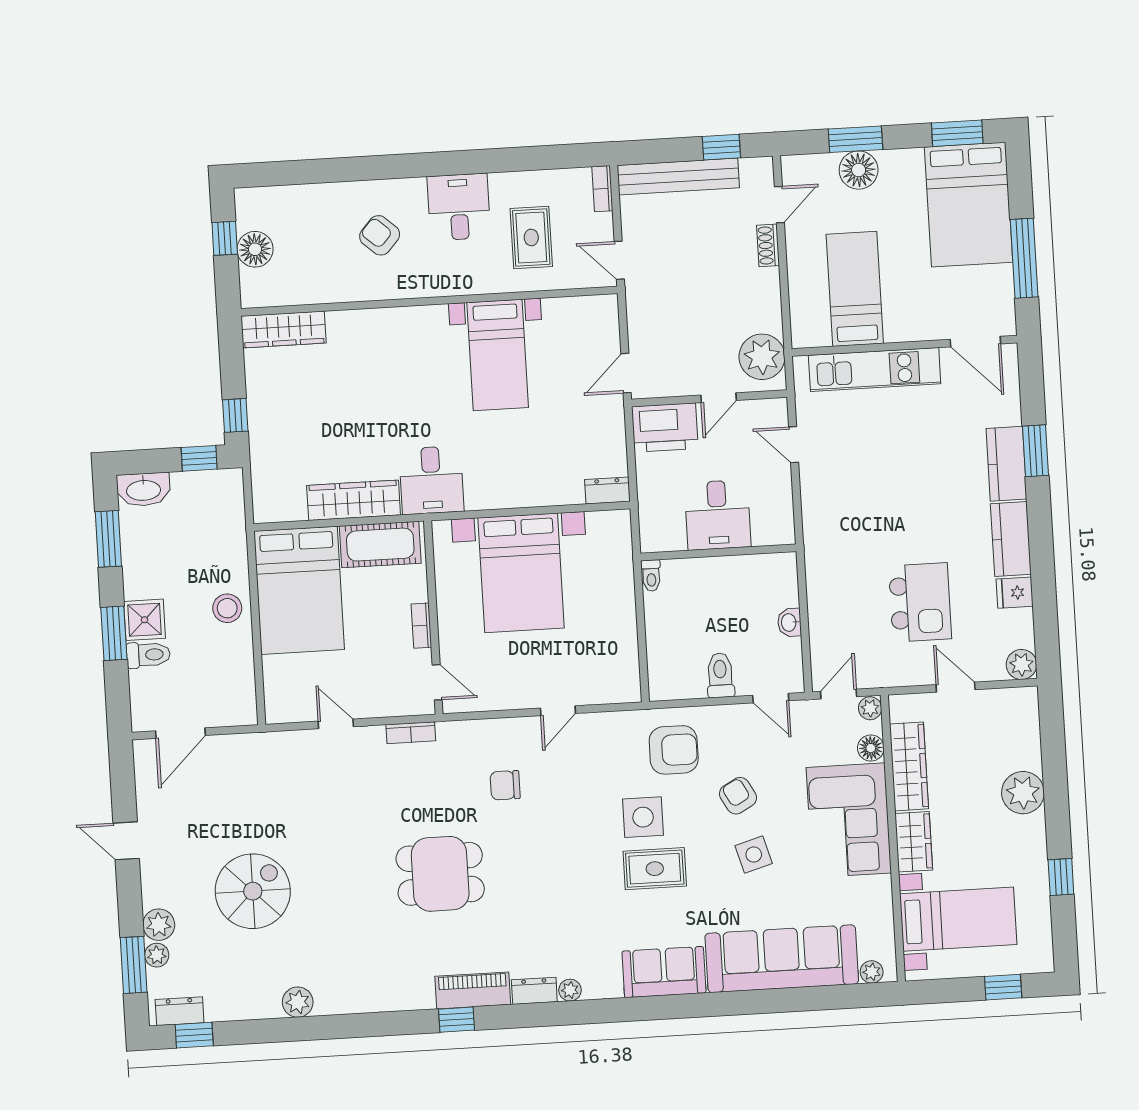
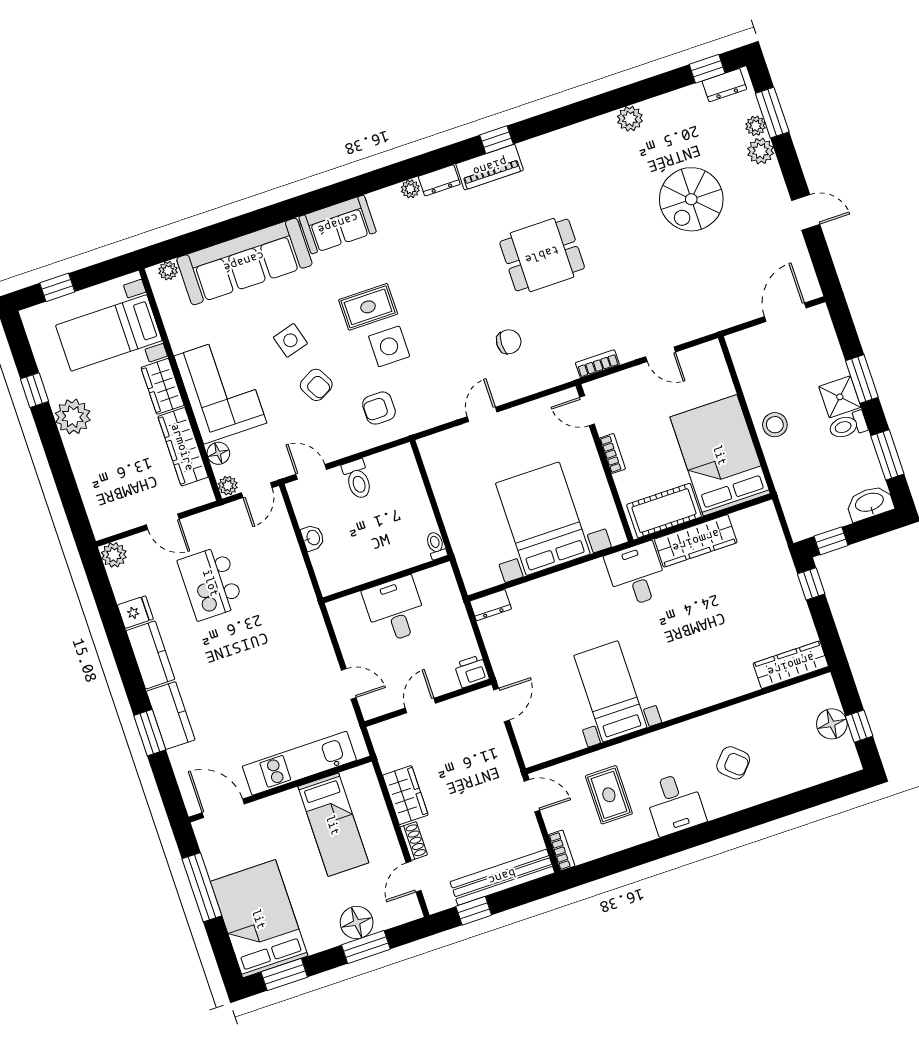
wardrobe: (763, 300) -> (405, 795), added
plant: (762, 357) -> (394, 749), removed
printer: (665, 427) -> (472, 671), width x0.53, depth x0.68
toilet: (148, 655) -> (848, 426), moved
armchair: (674, 750) -> (379, 408), width x0.72, depth x0.72
plant: (1023, 793) -> (73, 417), moved

